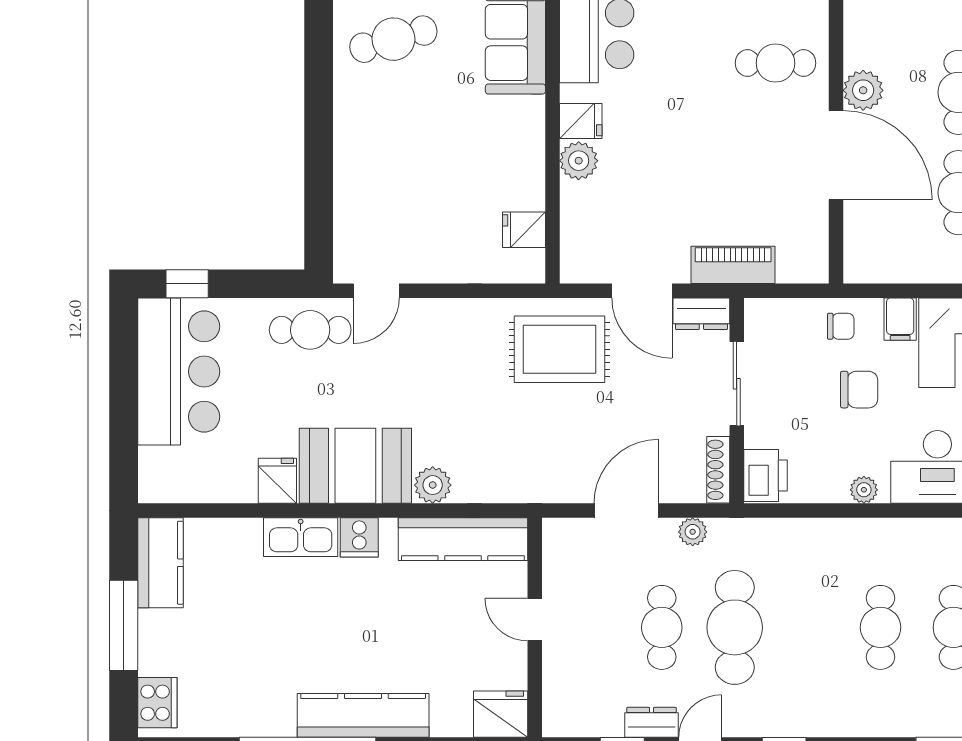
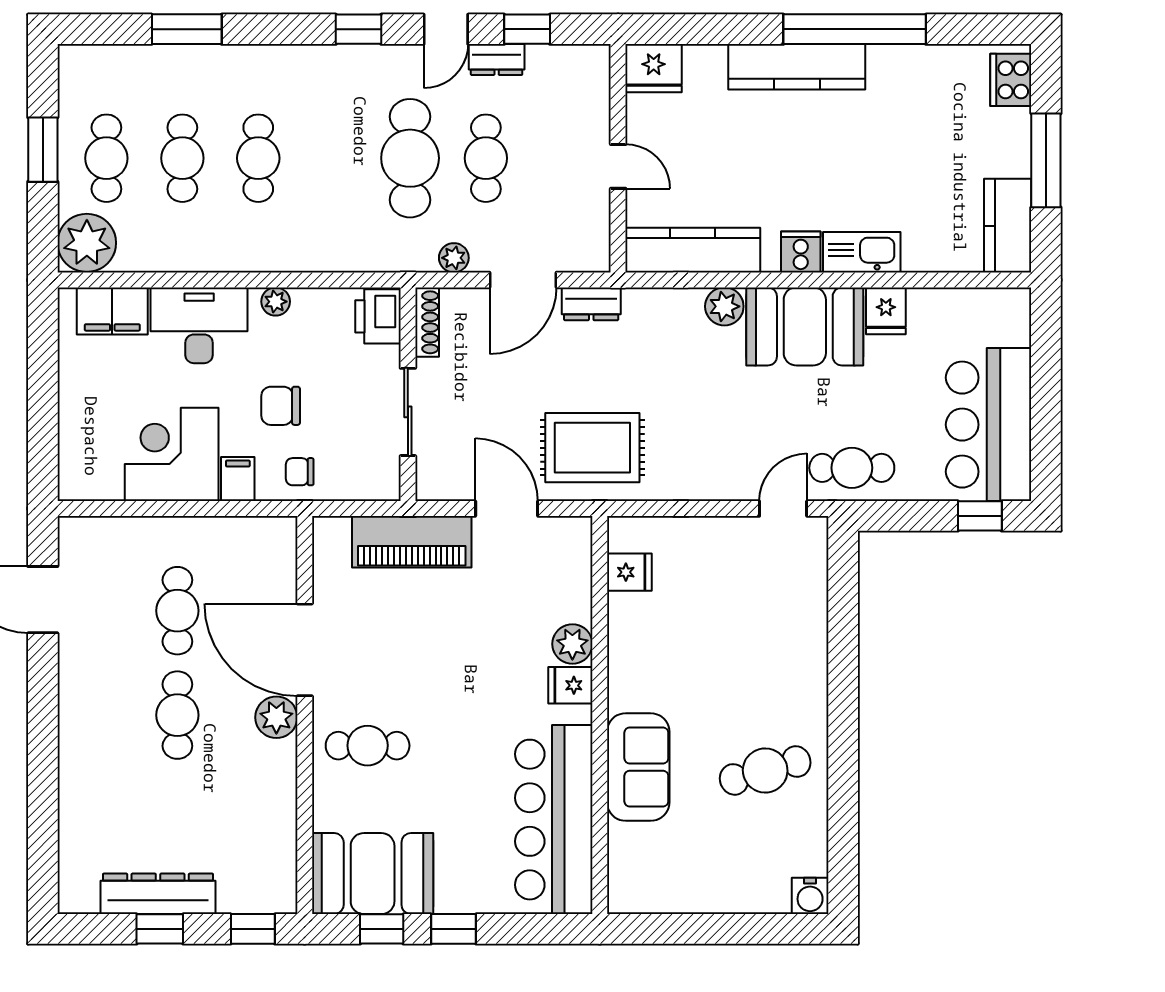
piano: (733, 265) -> (412, 542), width x1.37, depth x1.33
dresser: (701, 314) -> (591, 304), moved, turned 180

